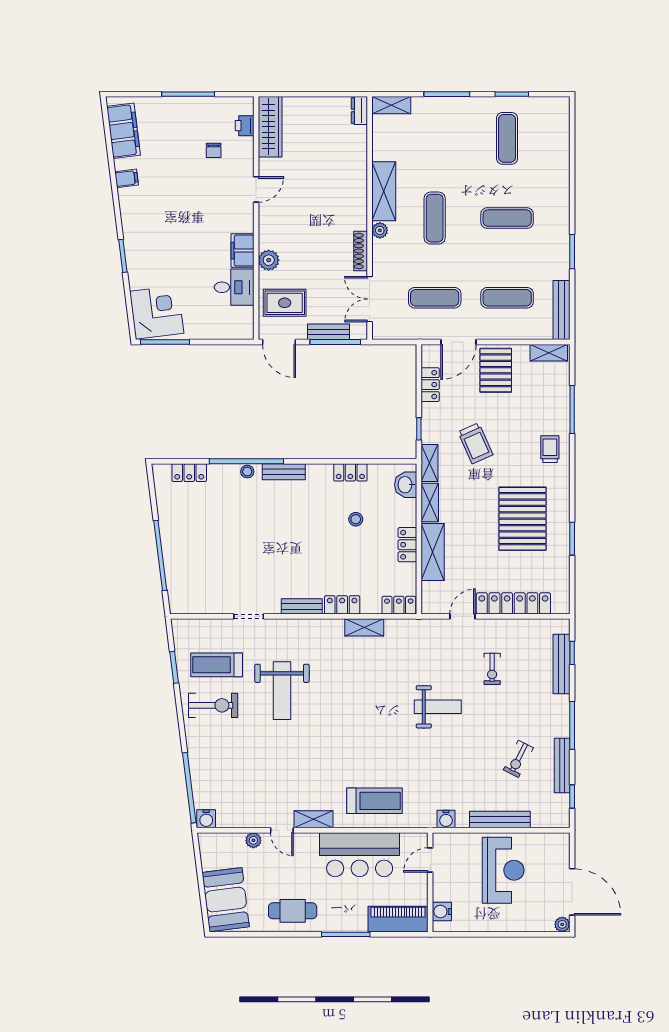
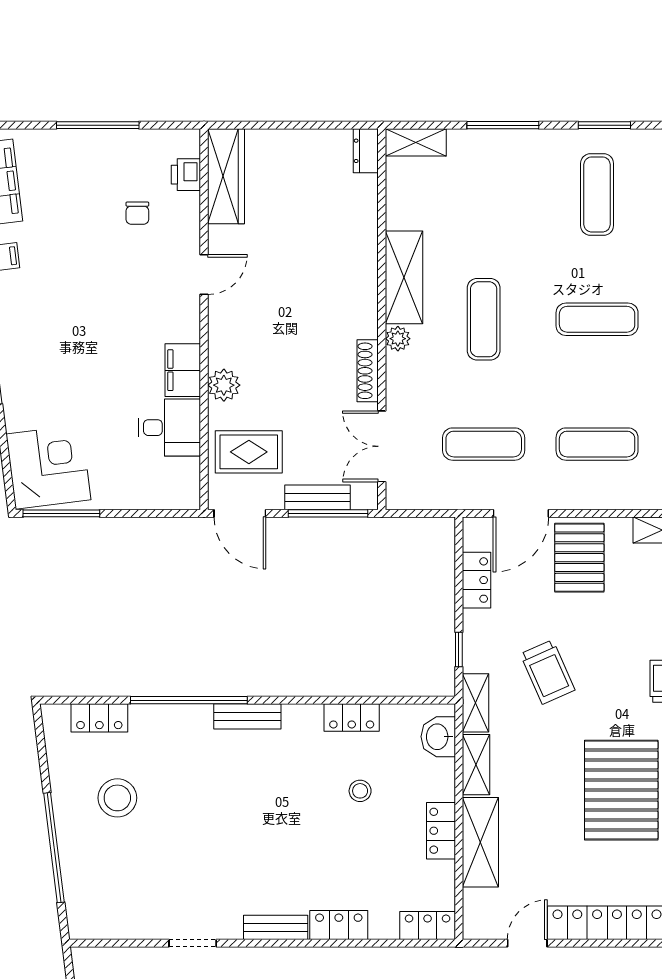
stool: (247, 472) -> (117, 798), moved, width x1.89, depth x1.89
shelving: (364, 627) -> (373, 960), removed

